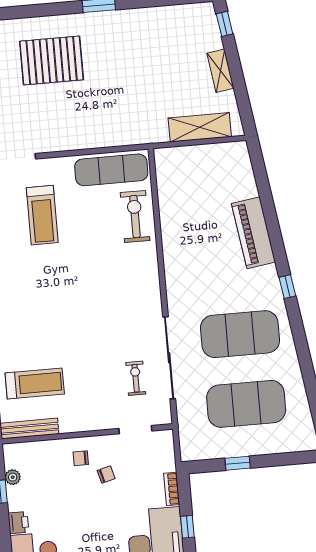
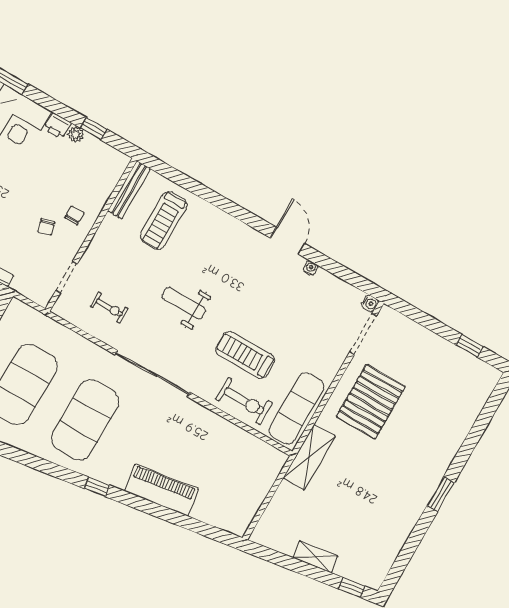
pallet: (52, 60) -> (371, 402), moved
shelving: (200, 127) -> (309, 457), moved
treadmill: (42, 215) -> (245, 355), moved
weight bench: (90, 320) -> (184, 303), added
sliding door: (169, 358) -> (153, 374), moved
plant: (13, 477) -> (76, 134), moved

